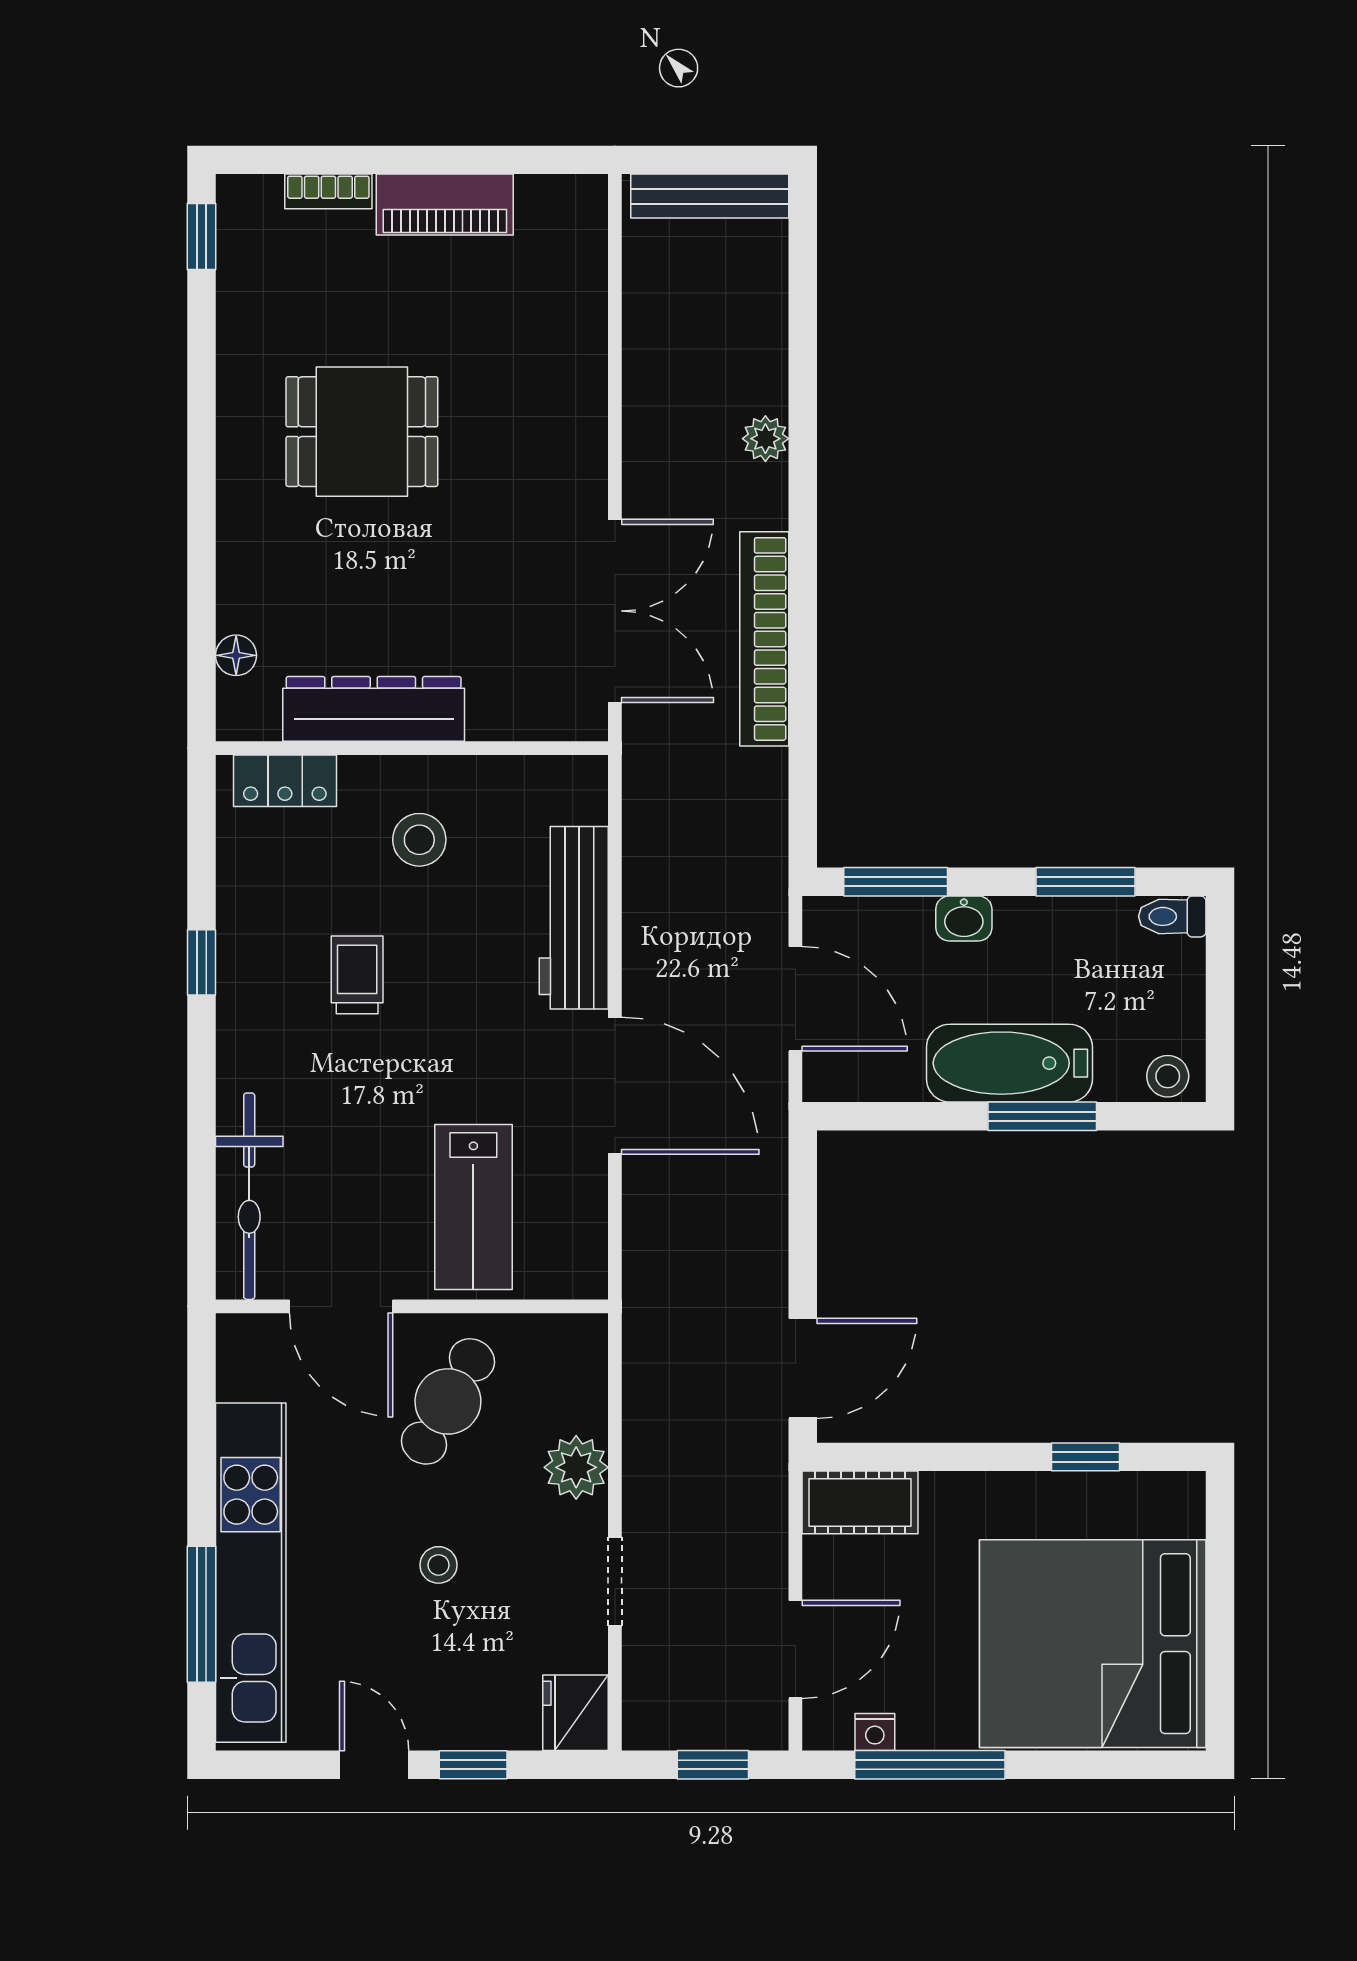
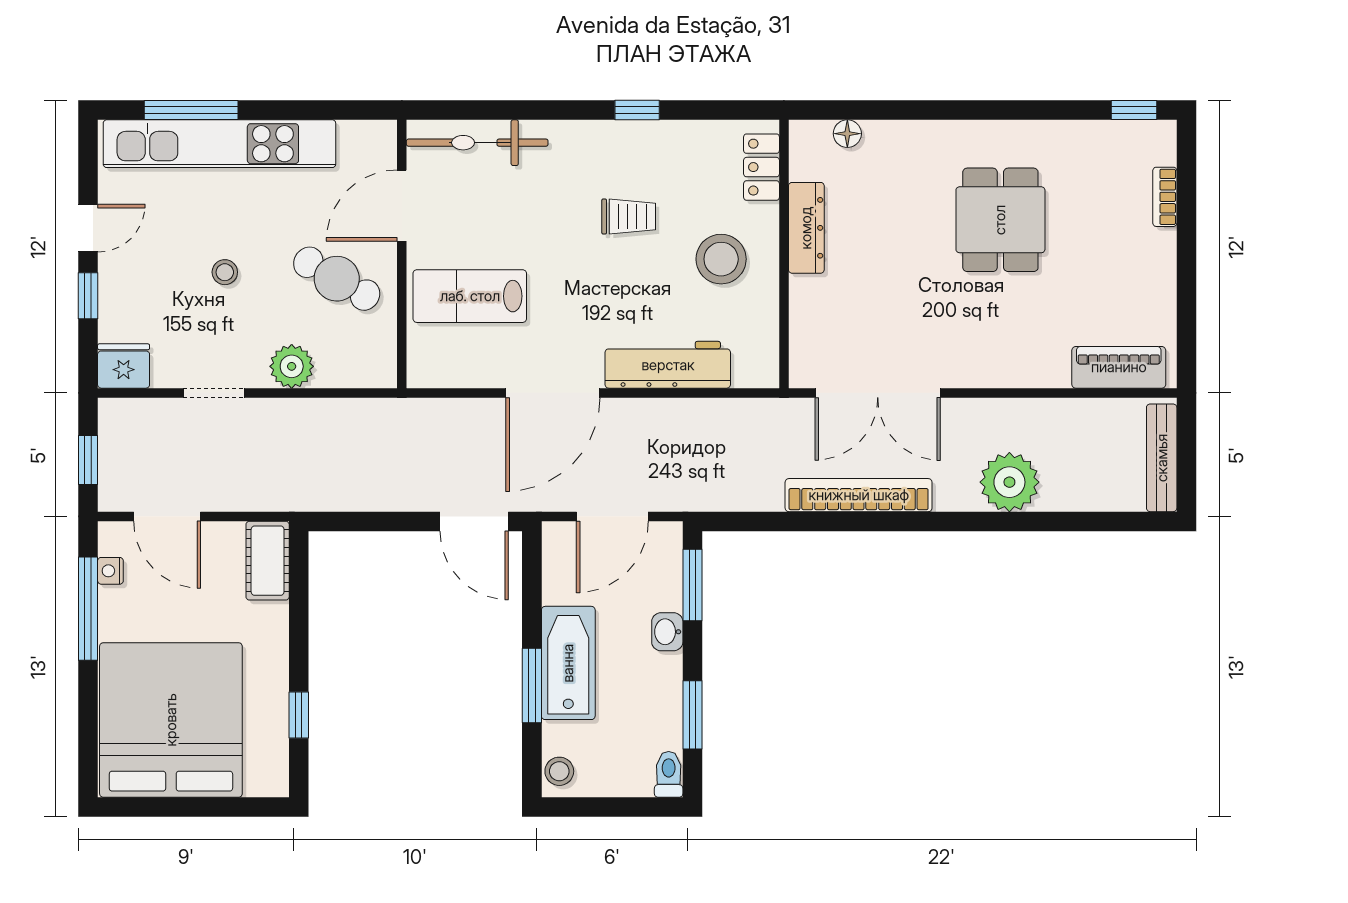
piano: (445, 205) -> (1119, 367), moved, turned 90
plant: (765, 439) -> (1009, 482), width x1.88, depth x1.88
dresser: (374, 709) -> (806, 228), width x0.73, depth x0.80
stool: (419, 840) -> (721, 259), width x1.38, depth x1.38
door: (803, 1368) -> (474, 521), moved

